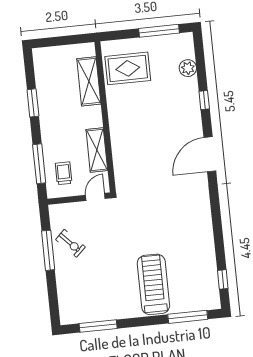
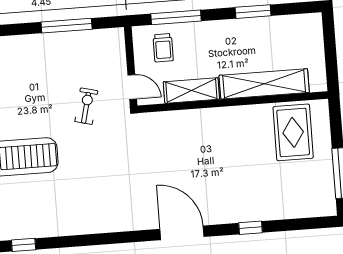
plant: (188, 68) -> (291, 208), removed
shelving: (89, 81) -> (264, 84), width x1.47
trolley: (64, 173) -> (163, 48), turned 90
exercise bike: (70, 243) -> (86, 106), moved, turned 148

